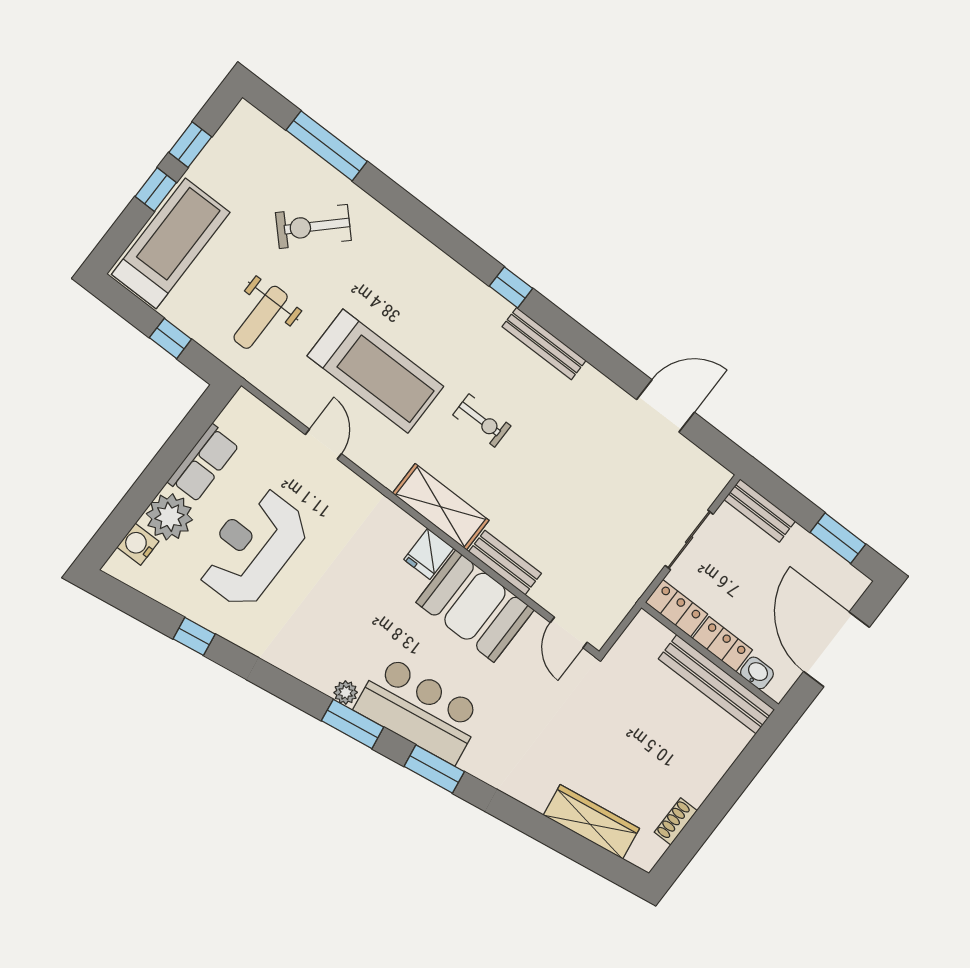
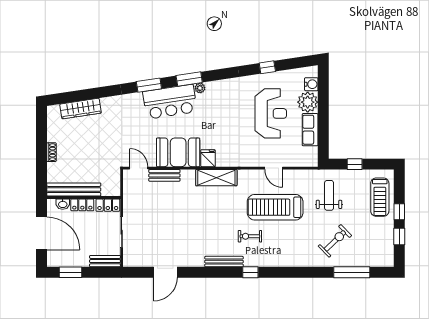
treadmill: (171, 243) -> (380, 197), width x0.73, depth x0.73
exercise bike: (482, 420) -> (250, 236), moved
bench: (505, 563) -> (164, 175), moved
shoe rack: (676, 821) -> (51, 152), moved

